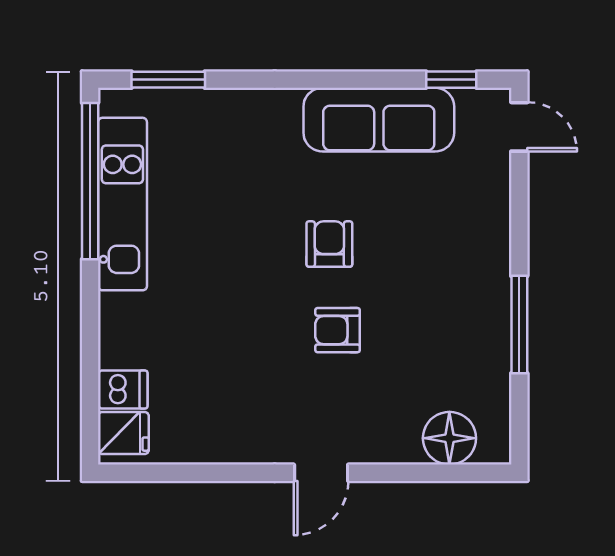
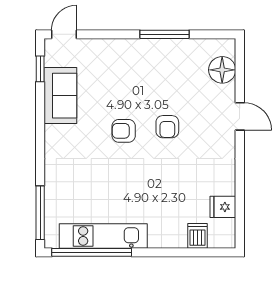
window: (168, 80) -> (40, 213), width x1.44
sofa: (379, 120) -> (60, 96), width x0.73
fridge: (123, 433) -> (223, 207), moved, turned -90
door: (321, 473) -> (240, 116), moved

